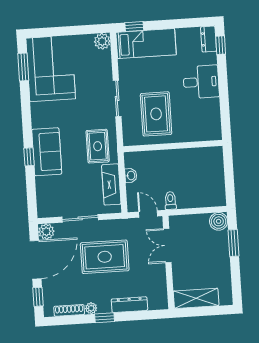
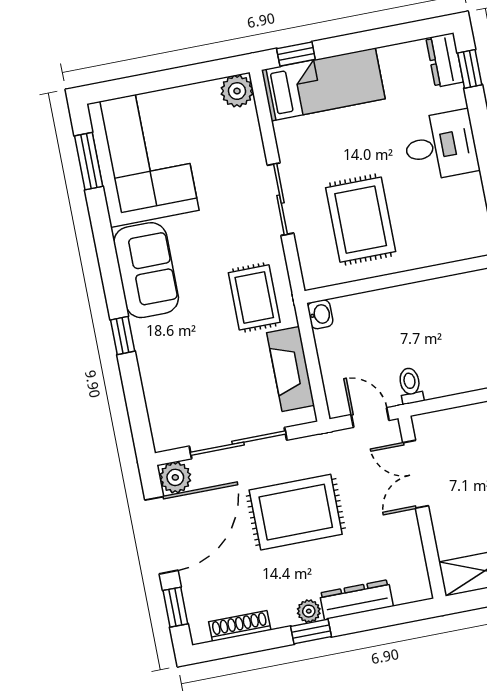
sofa: (47, 152) -> (146, 270), moved
washbasin: (131, 175) -> (320, 314), moved
sliding door: (80, 218) -> (238, 443), width x1.37
plant: (91, 308) -> (309, 611), moved

